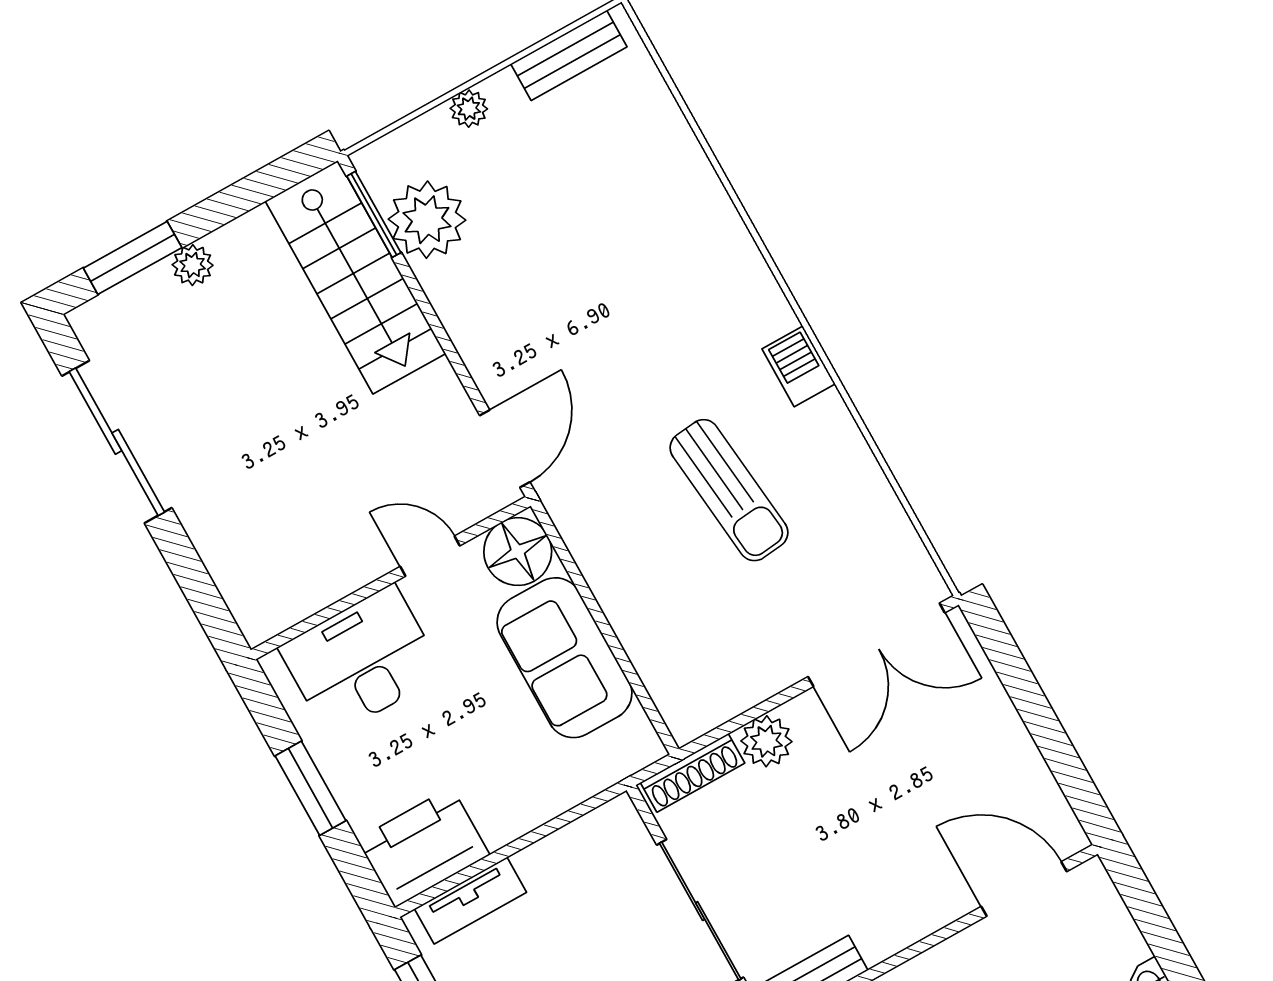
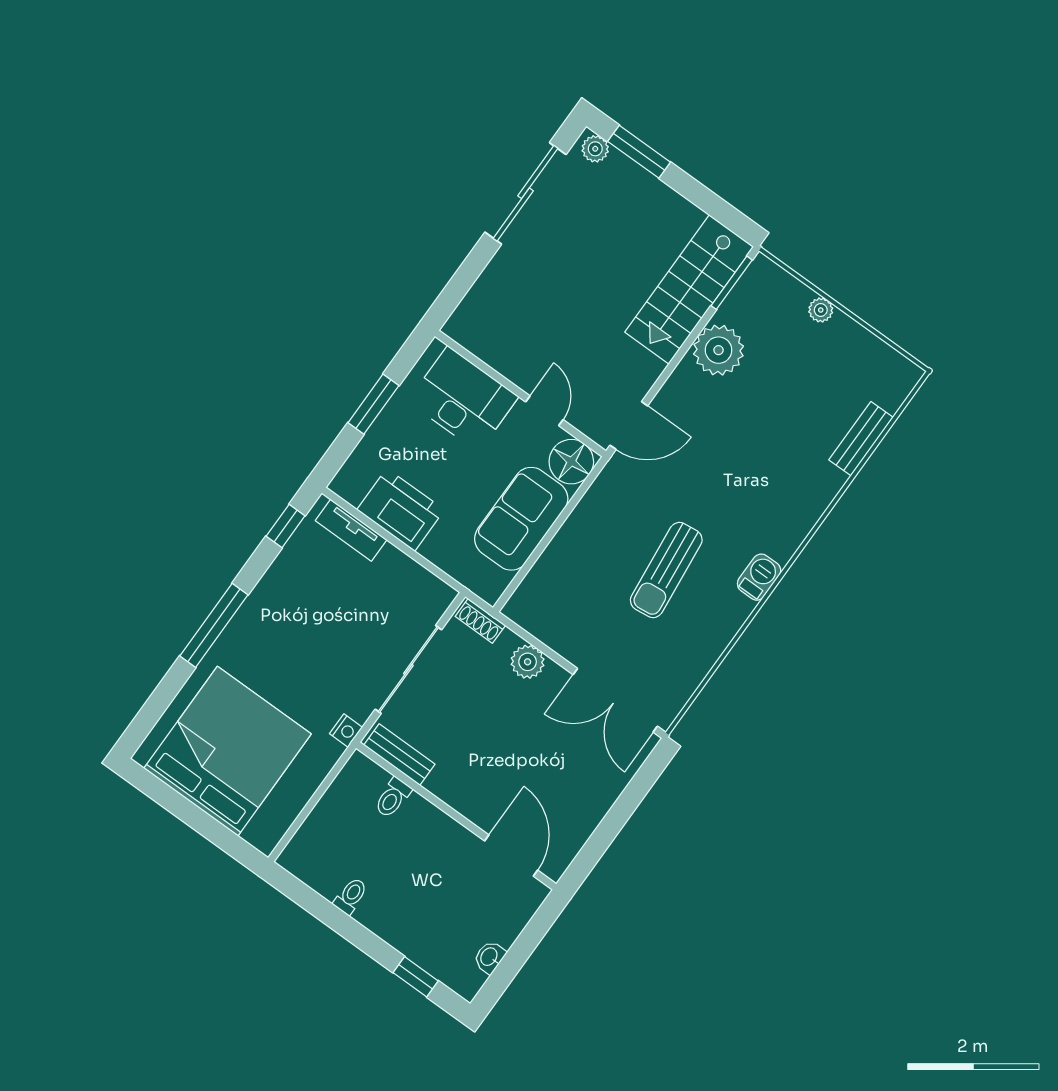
bench: (569, 55) -> (861, 439), moved, turned 90
plant: (427, 220) -> (719, 350), moved
plant: (193, 265) -> (595, 149), moved
shoe rack: (693, 773) -> (480, 621), width x0.70
printer: (423, 847) -> (401, 510), moved

